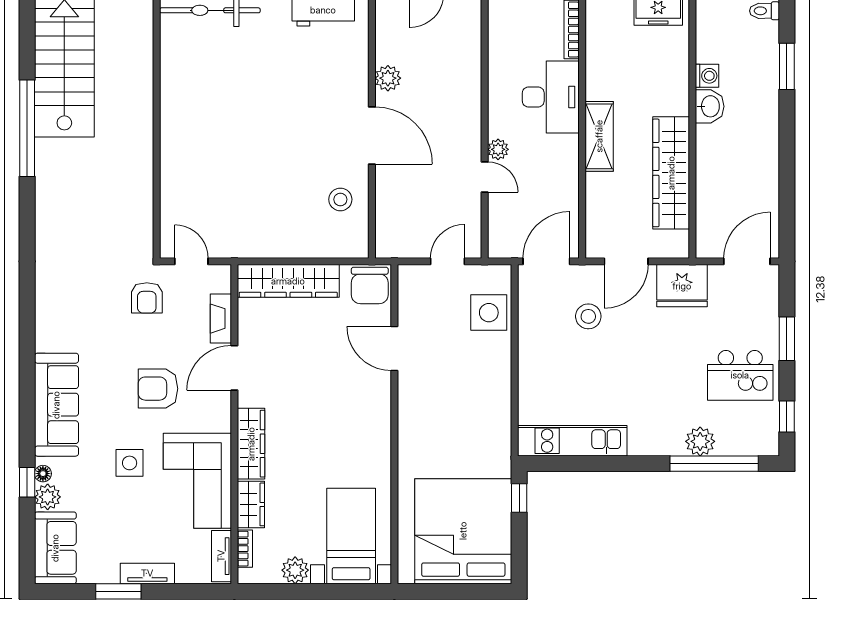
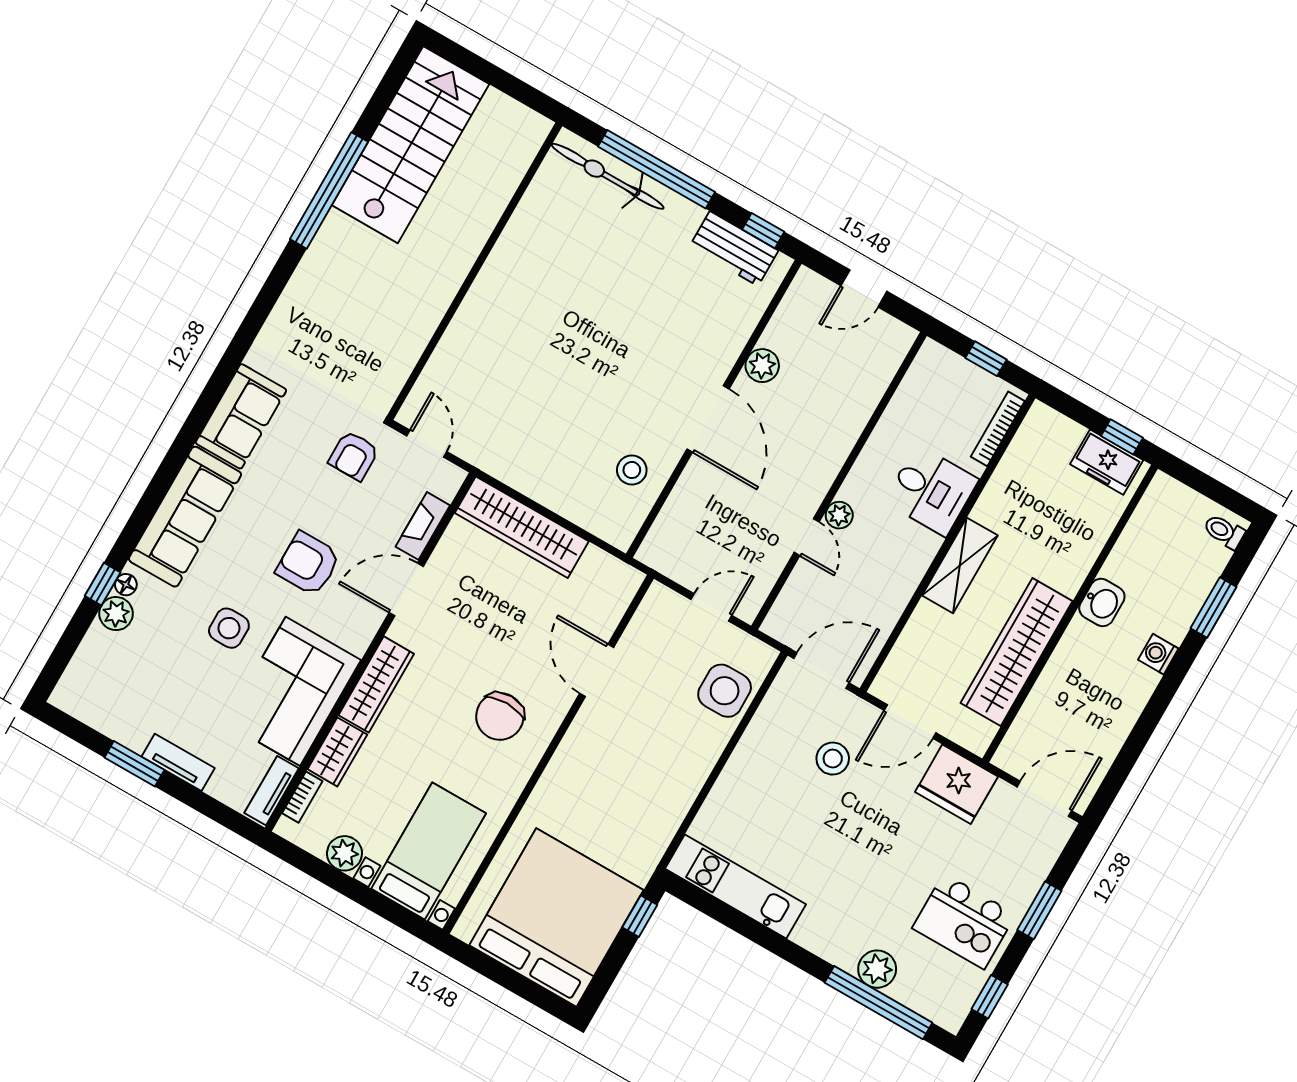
washing machine: (707, 76) -> (1158, 654), moved, turned 180
desk: (551, 97) -> (931, 491), width x0.73
chair: (370, 285) -> (500, 716), moved
sofa: (55, 548) -> (241, 416), moved

